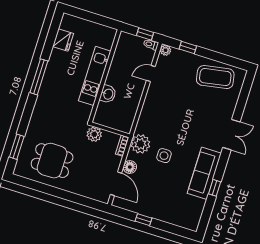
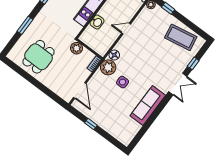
door: (151, 73) -> (126, 29), moved
window: (17, 147) -> (25, 25), moved
dining table: (52, 161) -> (38, 57), turned 90
floor lamp: (130, 167) -> (114, 55), moved
window: (215, 188) -> (193, 63), moved

